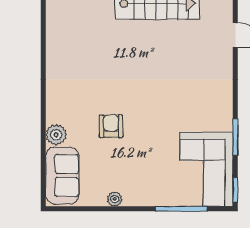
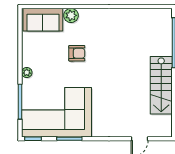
corner sofa: (206, 169) -> (57, 112), width x1.36, depth x1.36
plant: (115, 199) -> (27, 72), moved

